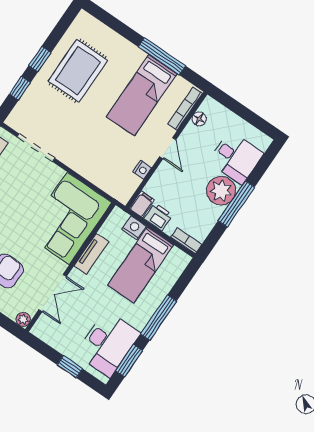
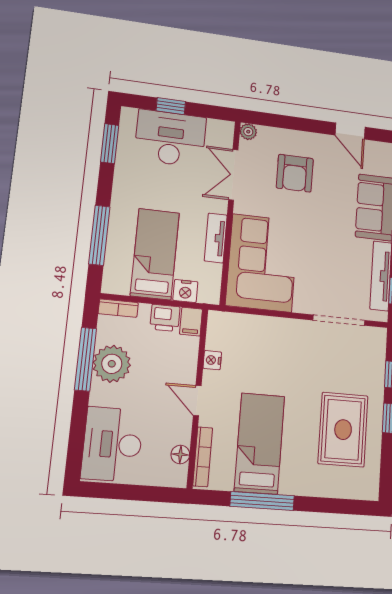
desk: (236, 157) -> (112, 444), width x1.37
plant: (221, 191) -> (112, 364), moved
window: (236, 204) -> (86, 359), moved
window: (158, 318) -> (99, 235), moved
desk: (108, 344) -> (170, 138), moved, turned 90

